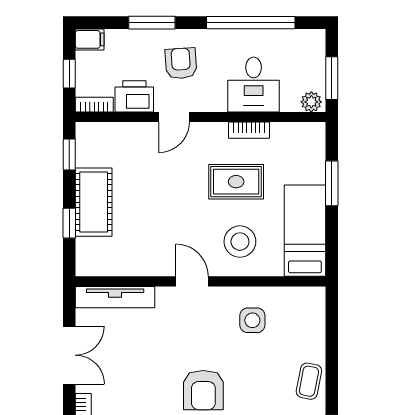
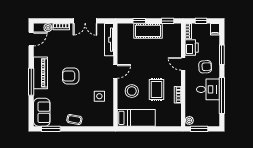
desk: (254, 85) -> (208, 89), moved, turned 180
window: (332, 183) -> (156, 129), removed

